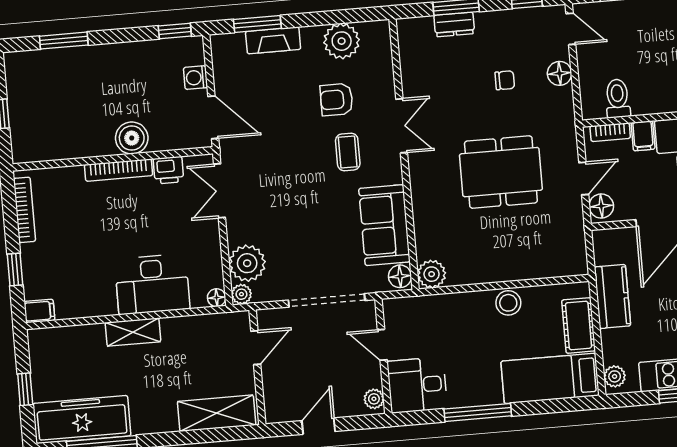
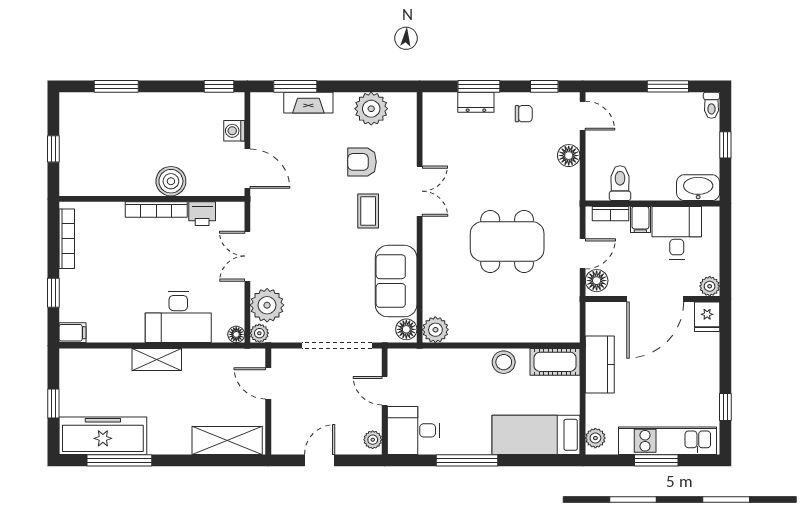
chair: (505, 80) -> (524, 114), moved
double door: (219, 191) -> (247, 256), moved
cot: (579, 325) -> (555, 362), moved, turned 90
door: (256, 348) -> (268, 383), swing flipped

